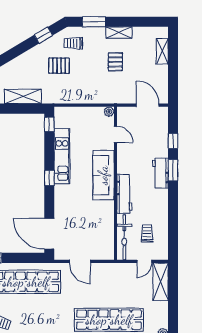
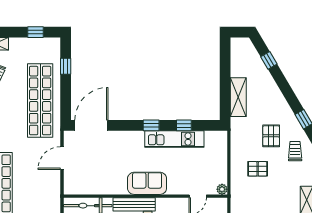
pallet: (115, 62) -> (258, 169), moved
window: (49, 124) -> (184, 125), moved
sofa: (103, 175) -> (147, 183), width x0.73

